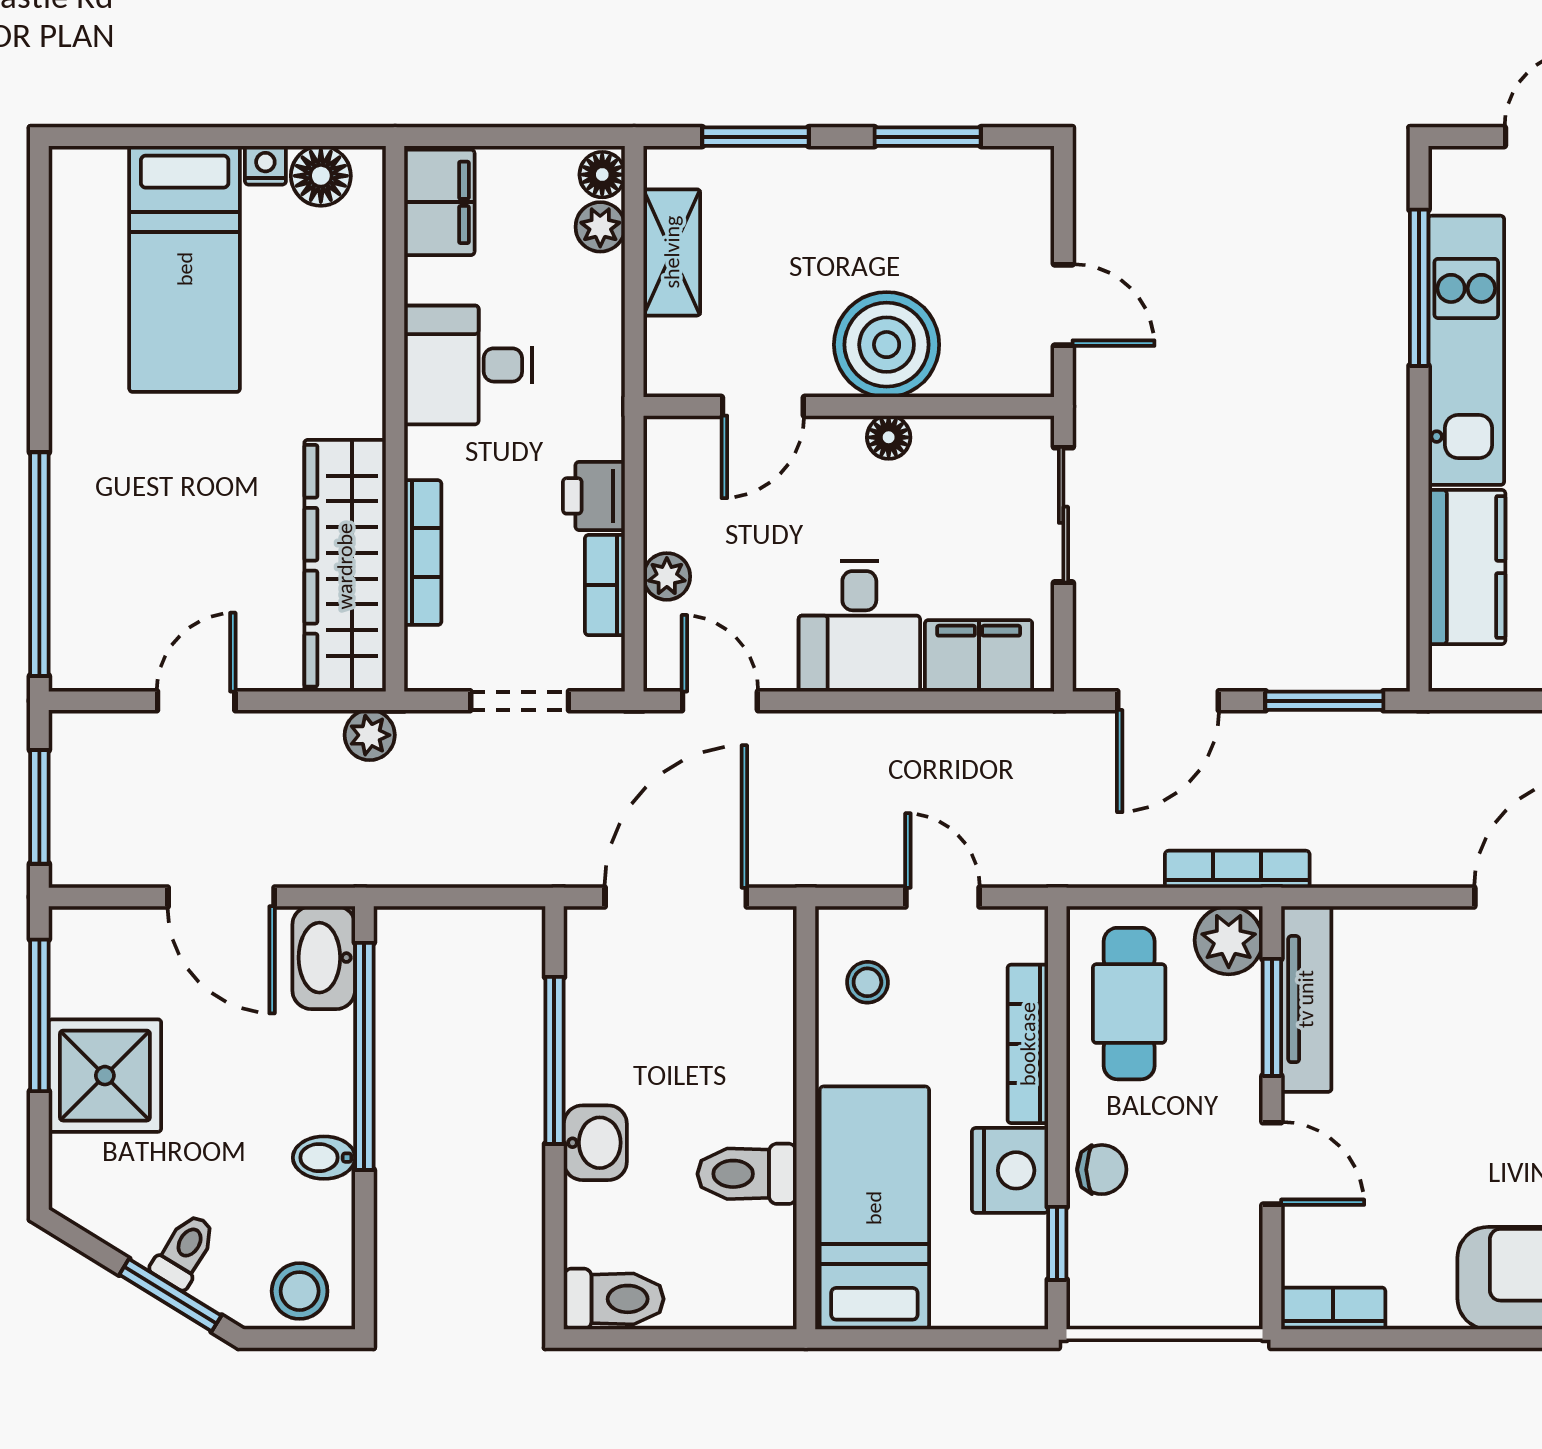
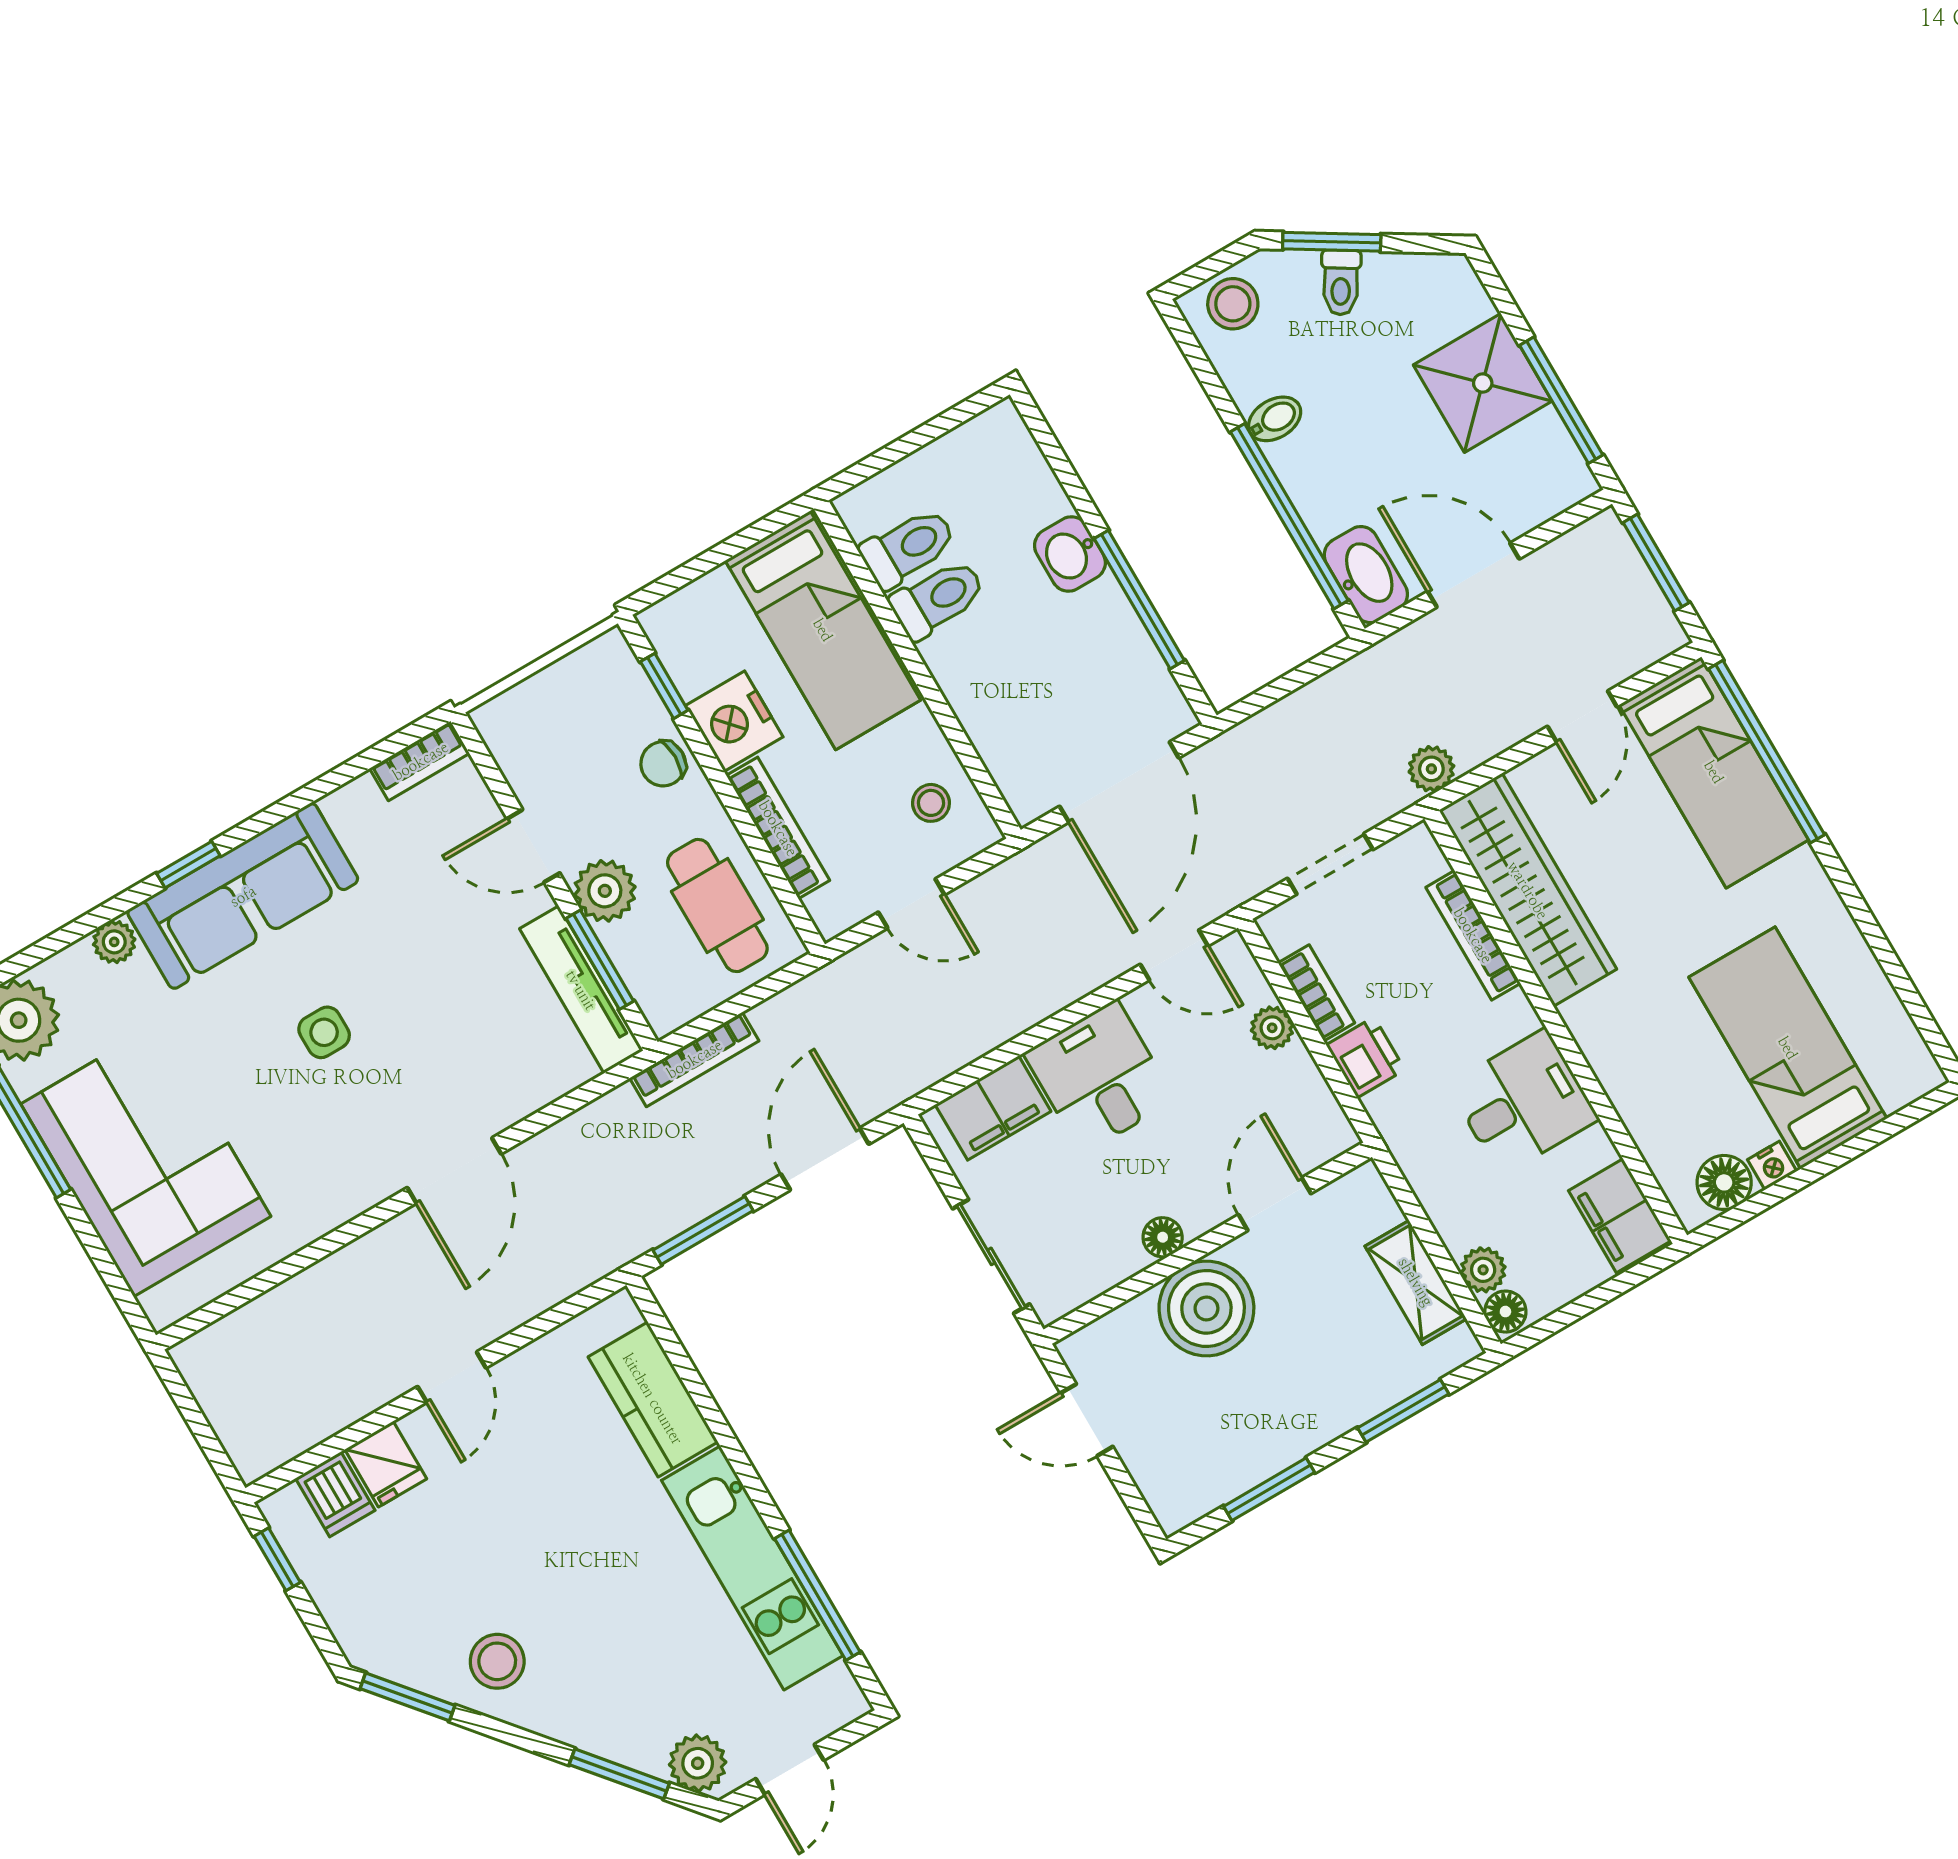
bed: (101, 574) -> (1714, 772), added
plant: (1229, 940) -> (605, 891), moved
toilet: (614, 1299) -> (908, 548), moved, turned 180

